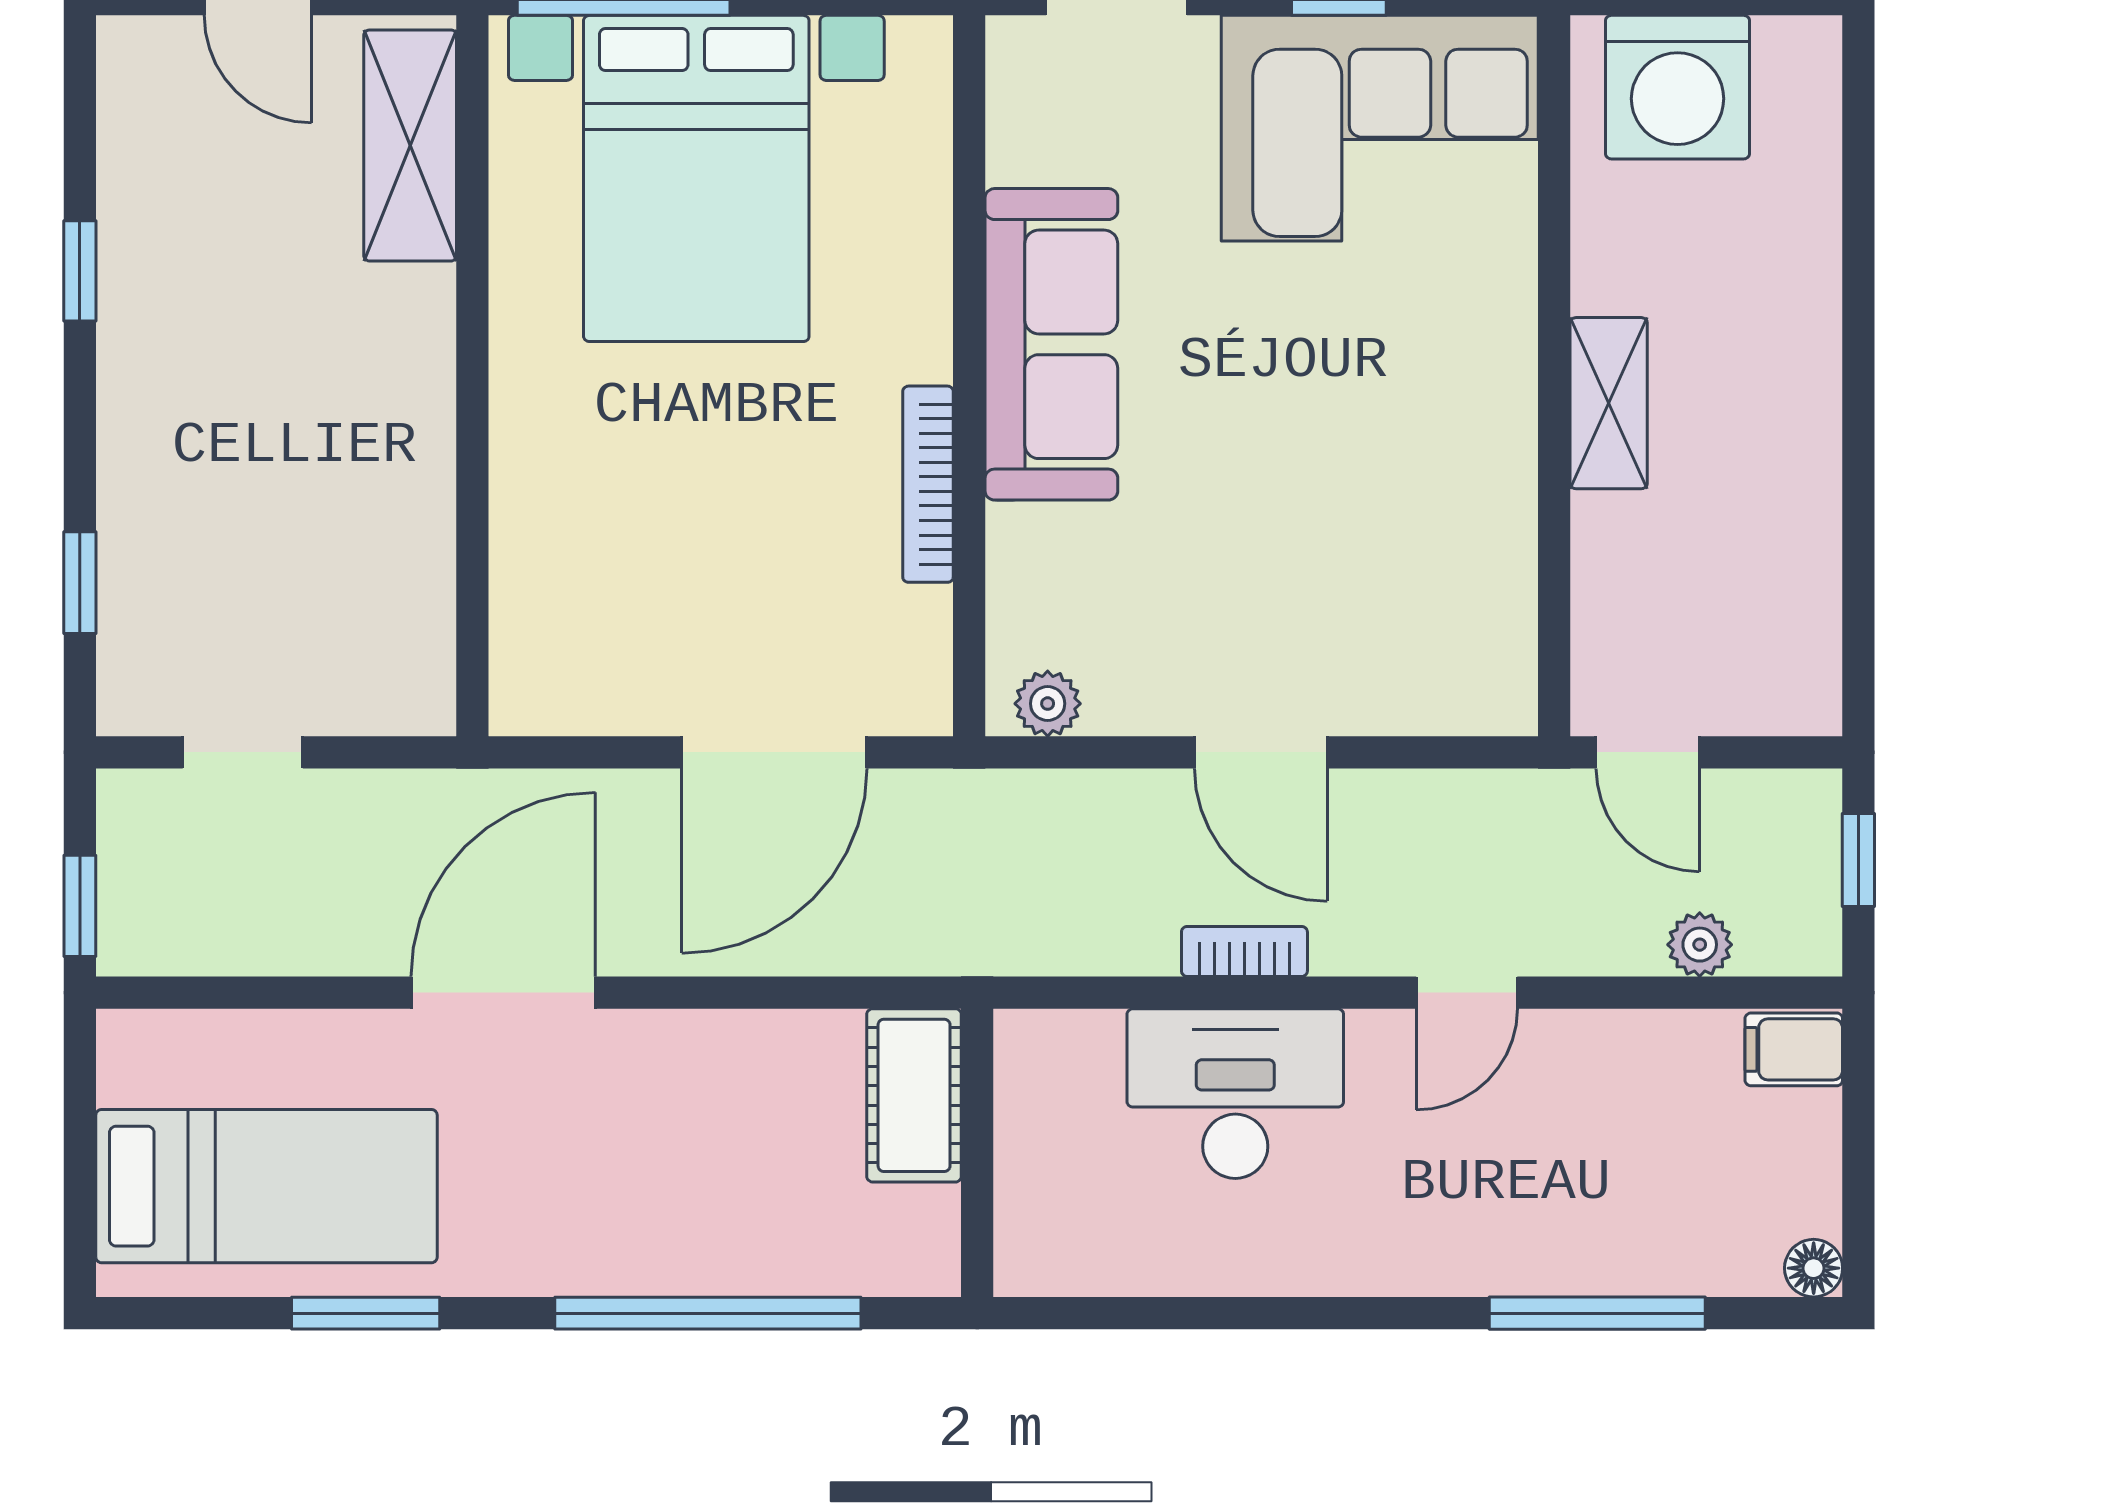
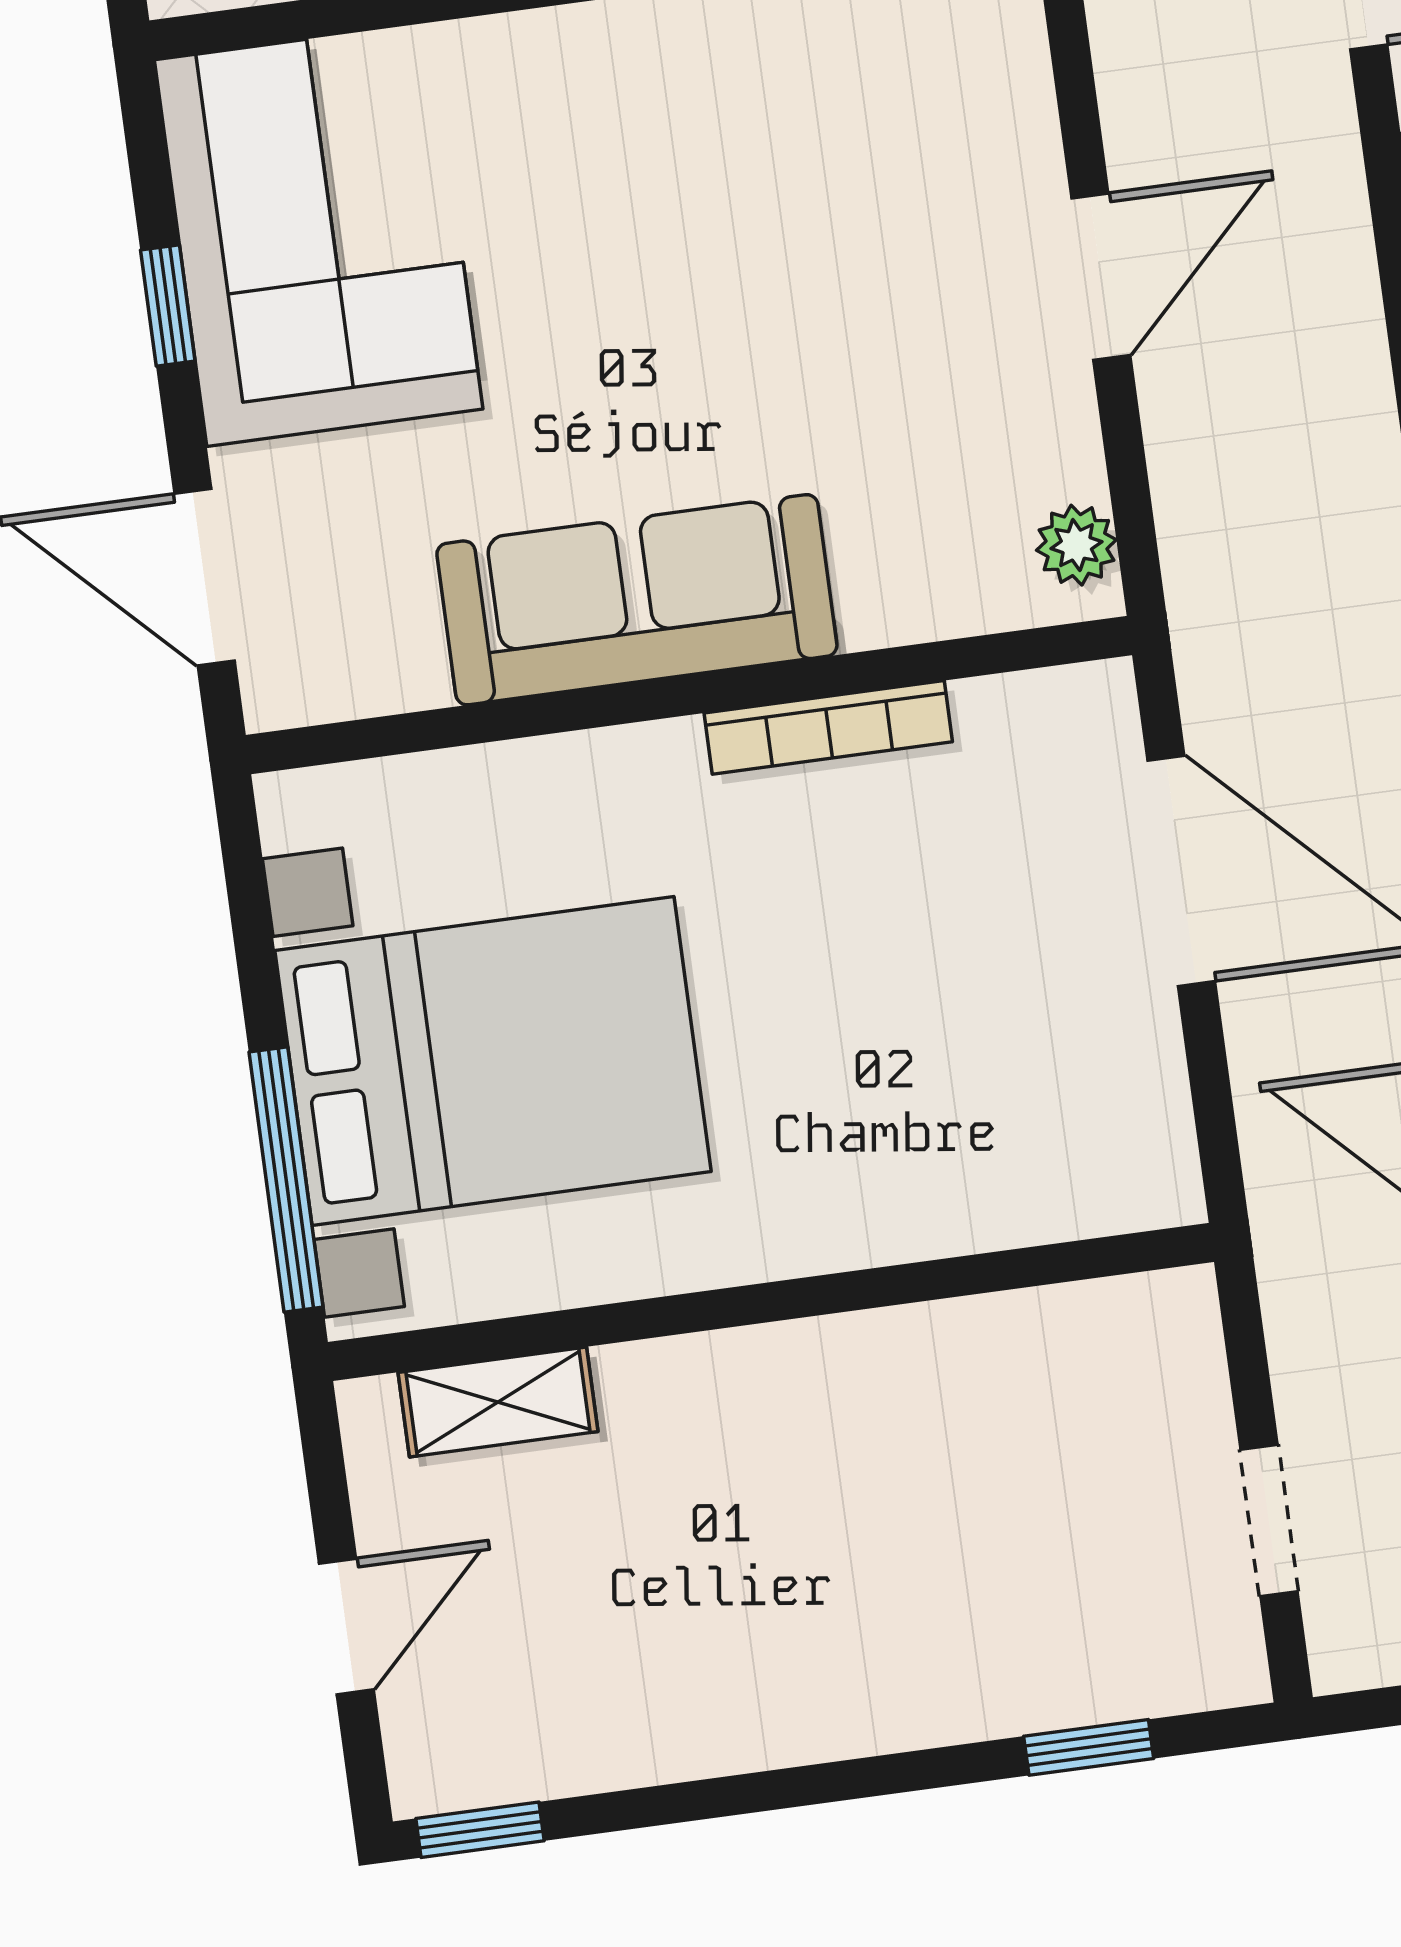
shelving: (410, 145) -> (498, 1402), width x0.67, depth x0.75
window: (80, 271) -> (480, 1830), moved
bookcase: (1244, 951) -> (1347, 264), removed

